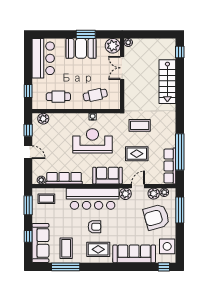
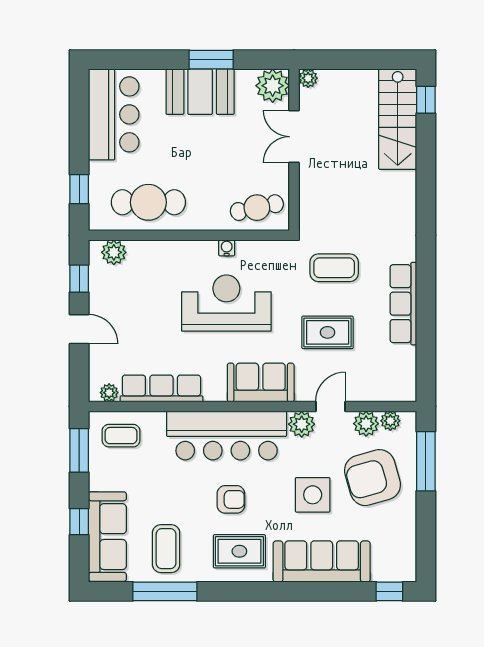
stairs: (167, 82) -> (398, 119), moved
cafe table: (95, 95) -> (257, 208), moved
cafe table: (58, 97) -> (148, 202), width x1.37, depth x1.35
window: (180, 152) -> (426, 328), removed
row of seats: (170, 166) -> (403, 304), moved
side table: (167, 246) -> (313, 495), moved

